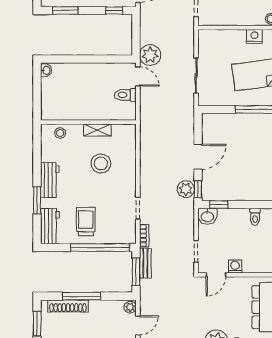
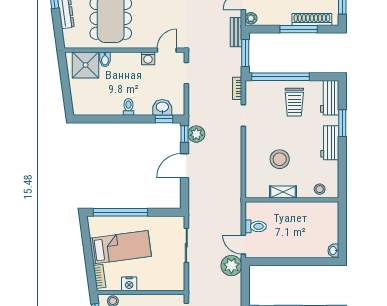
washbasin: (207, 216) -> (162, 107), moved
bench: (145, 263) -> (236, 32), moved

